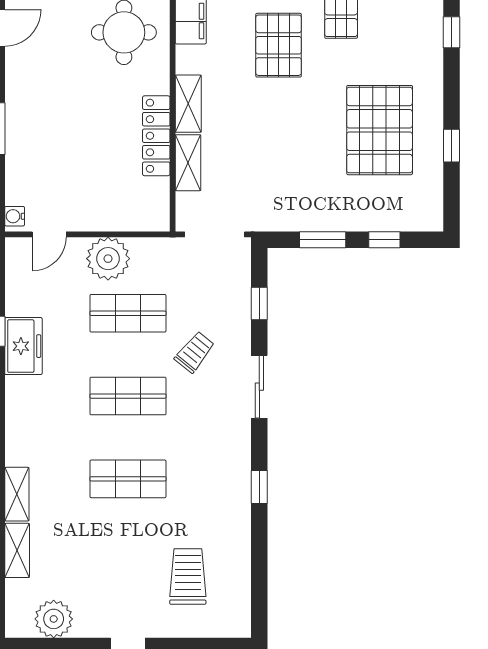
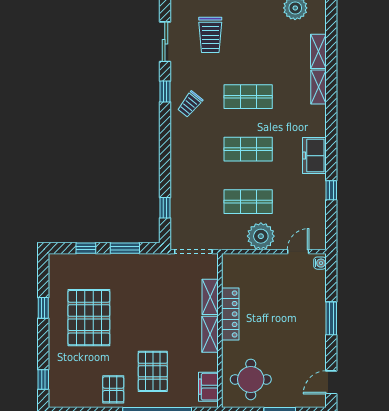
freezer: (23, 346) -> (314, 156), moved
trolley: (195, 352) -> (190, 104), moved
sliding door: (259, 387) -> (165, 42), moved

